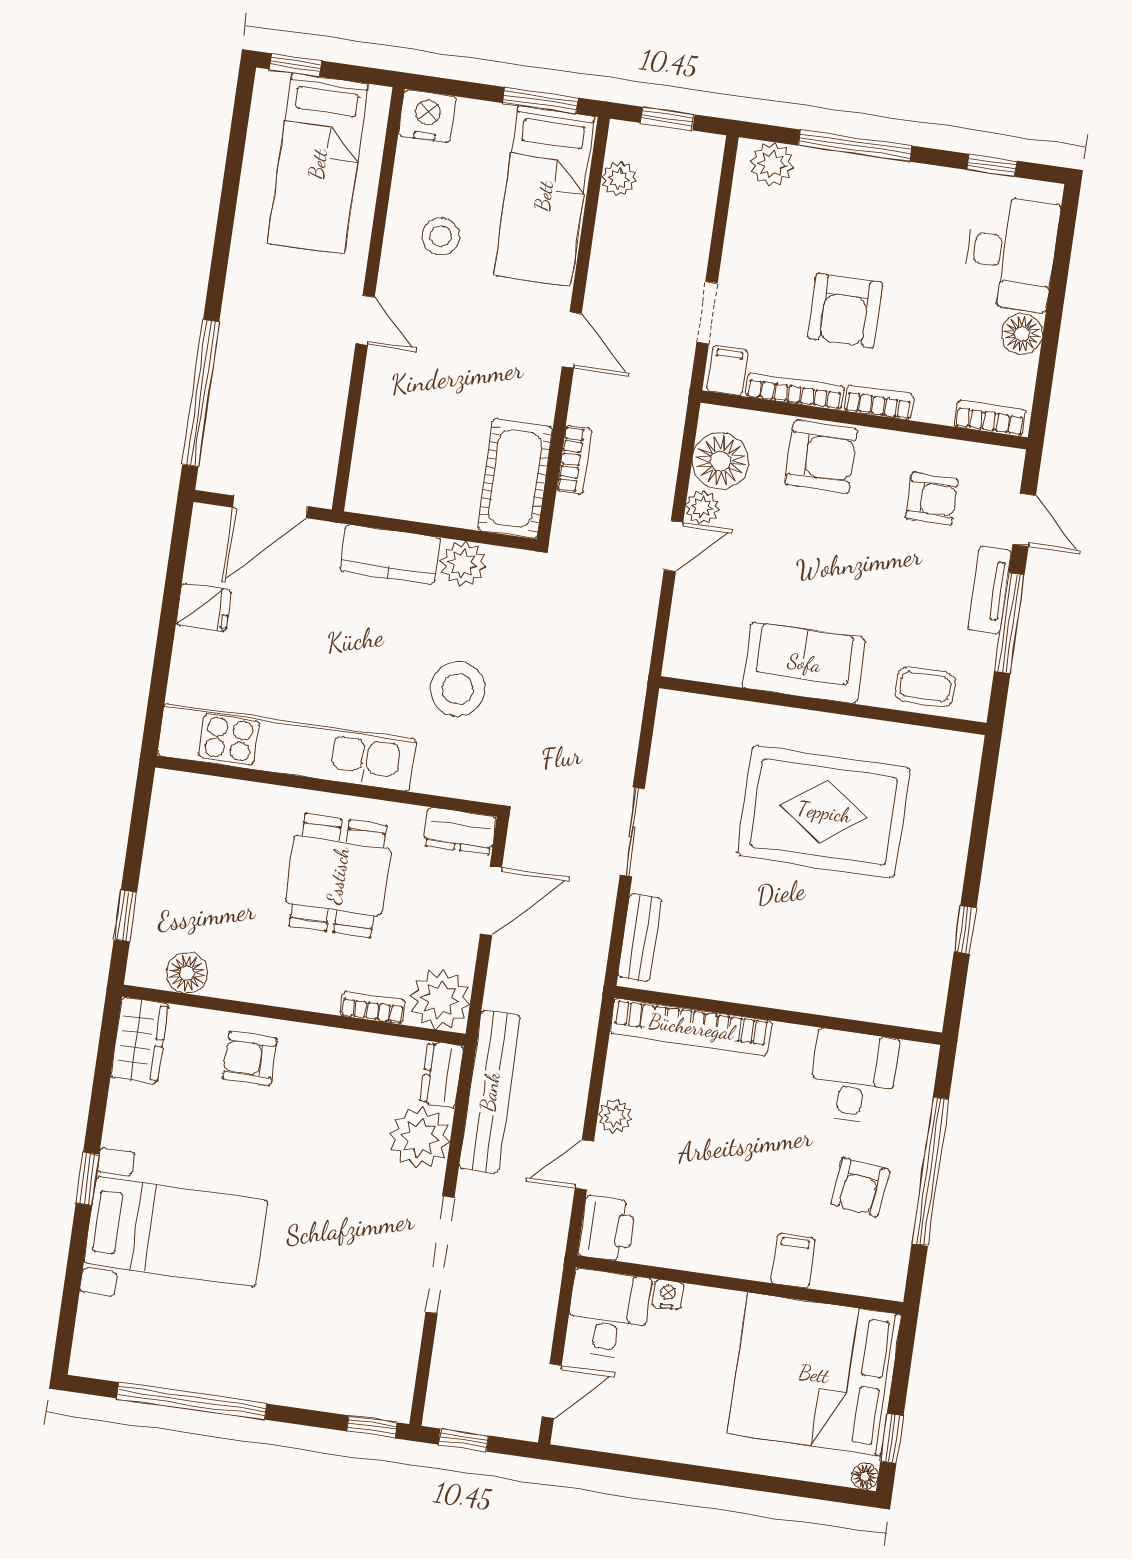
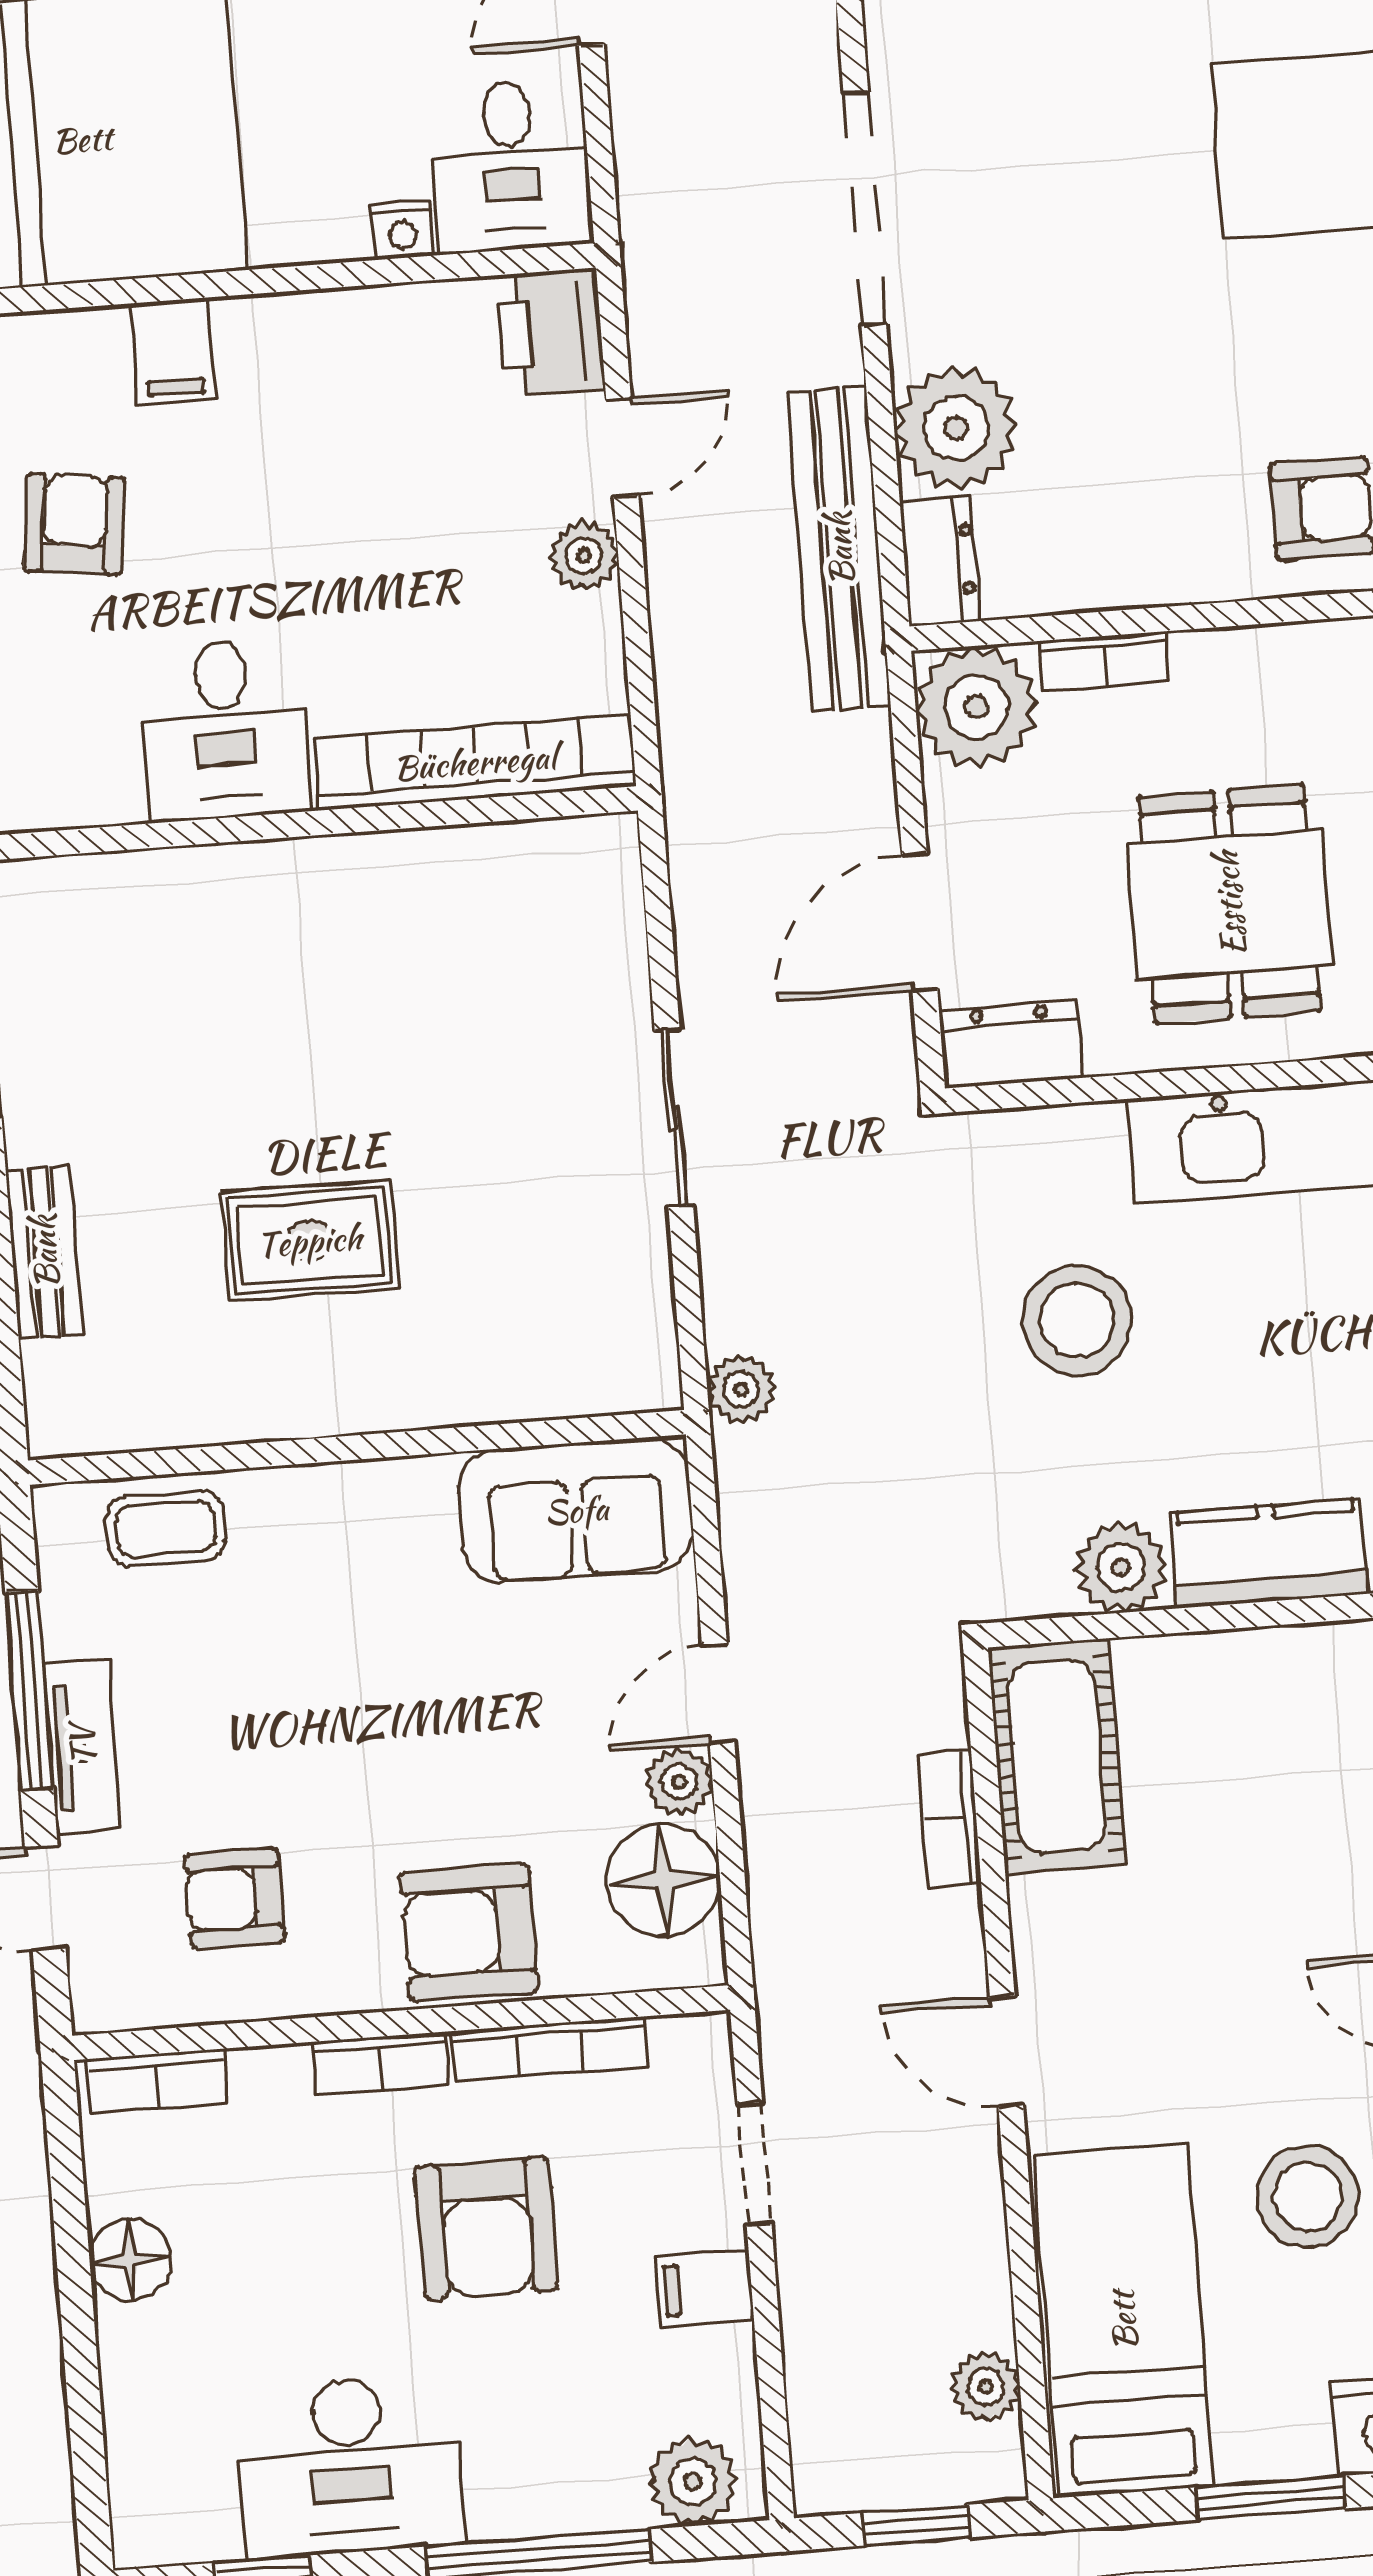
window: (541, 100) -> (1271, 2498), moved
stool: (441, 236) -> (1307, 2197), width x1.38, depth x1.38
desk: (1011, 253) -> (350, 2466), moved, turned -90
armchair: (845, 310) -> (486, 2228), turned 180
filing cabinet: (728, 370) -> (705, 2288), moved, turned 90
sofa: (804, 663) -> (576, 1510), moved
plant: (629, 692) -> (741, 1389), added
rug: (824, 812) -> (309, 1241), width x0.54, depth x0.49
bench: (640, 937) -> (44, 1252), moved
desk: (853, 1077) -> (225, 729), moved

